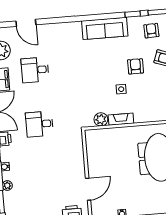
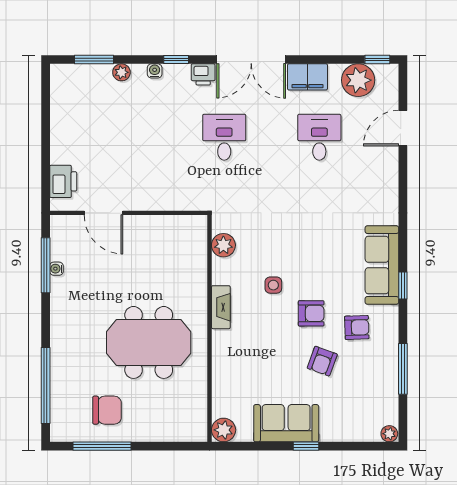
window: (133, 14) -> (403, 286), moved
armchair: (151, 31) -> (357, 327), moved
fireplace: (121, 119) -> (221, 307), moved

